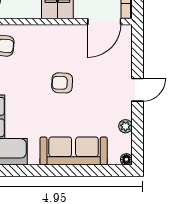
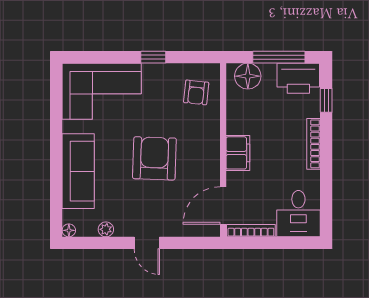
door: (104, 22) -> (223, 205), hinge flipped
armchair: (62, 83) -> (154, 158), width x1.88, depth x1.88

